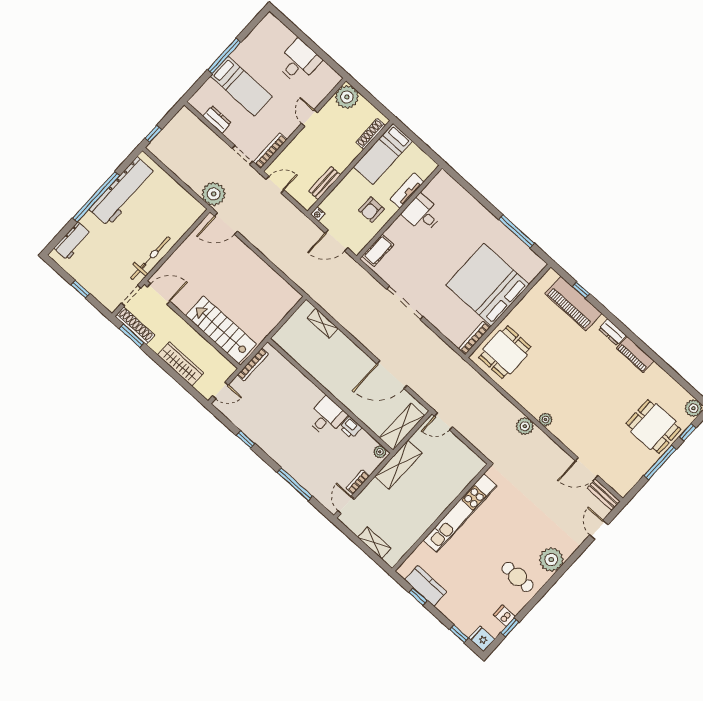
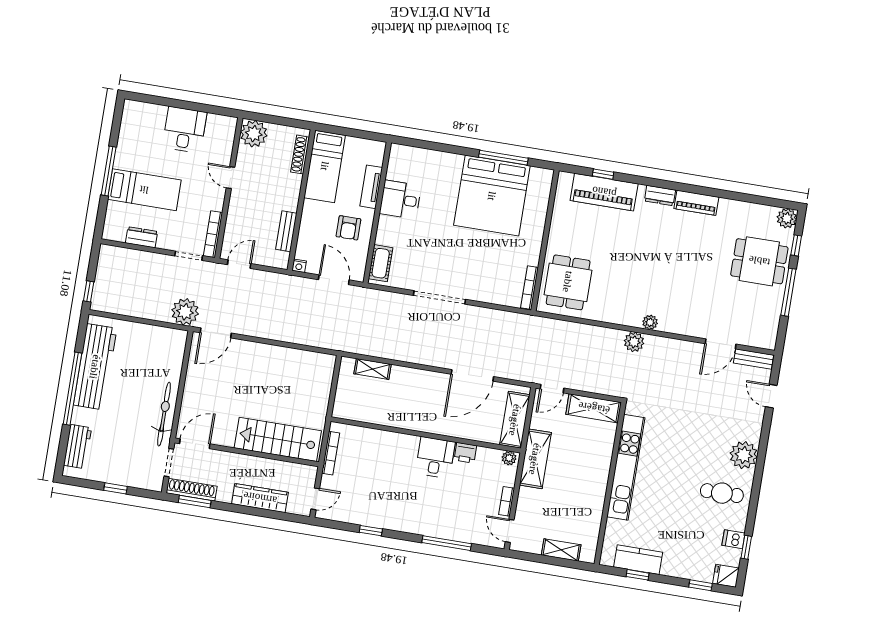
door: (336, 240) -> (334, 280), swing flipped
bed: (488, 285) -> (492, 196), moved, turned -90
shelving: (464, 455) -> (594, 408), added

